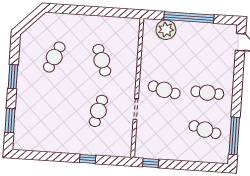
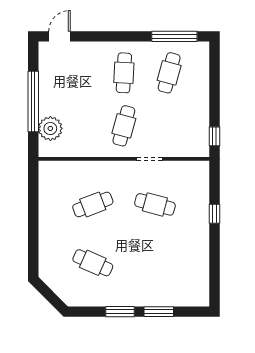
window: (10, 121) -> (159, 312), moved

